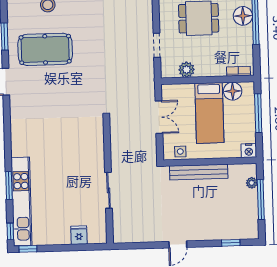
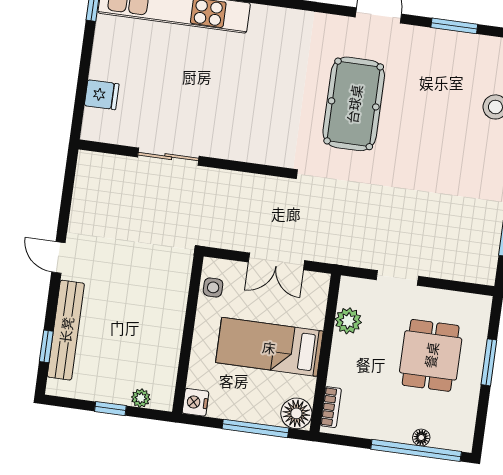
floor lamp: (243, 16) -> (421, 438), width x0.53, depth x0.53
pool table: (45, 49) -> (354, 104), moved
floor lamp: (233, 91) -> (296, 413), moved
bench: (199, 172) -> (66, 330), moved
window: (261, 200) -> (110, 409), width x0.46

